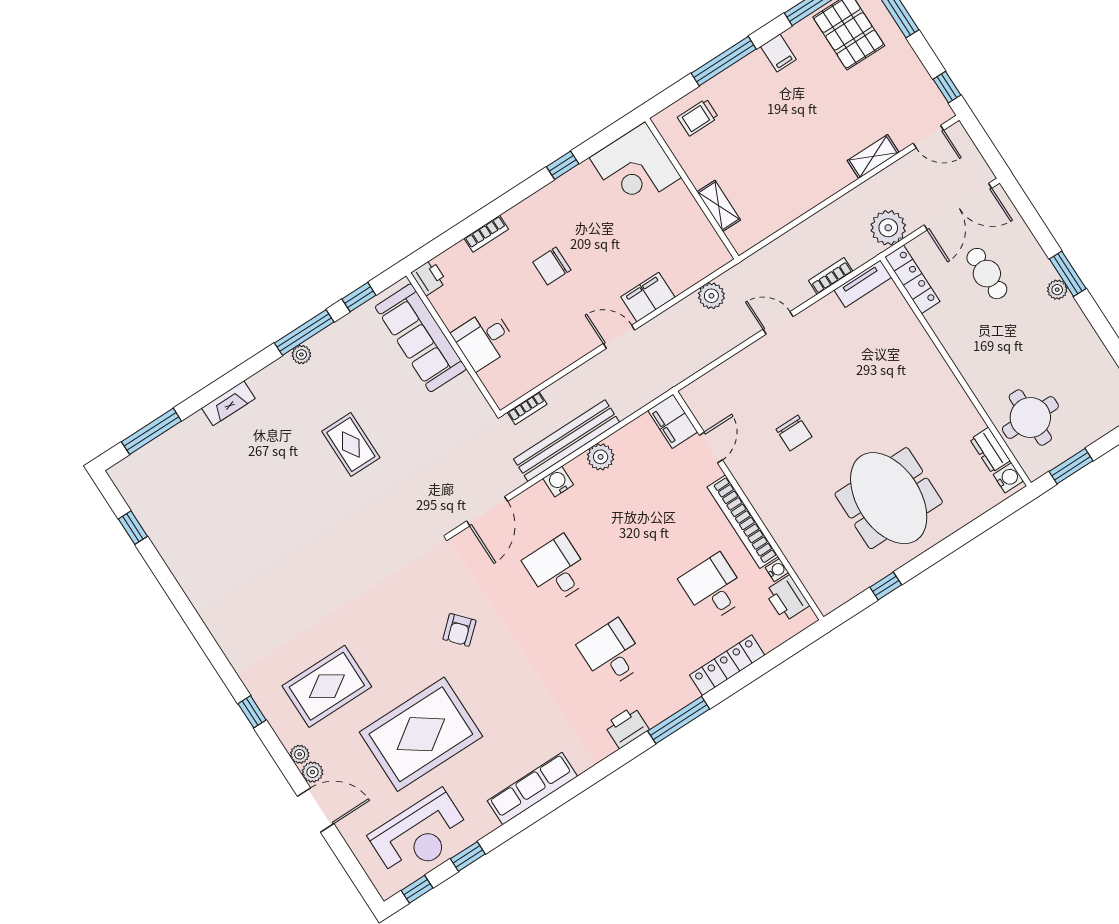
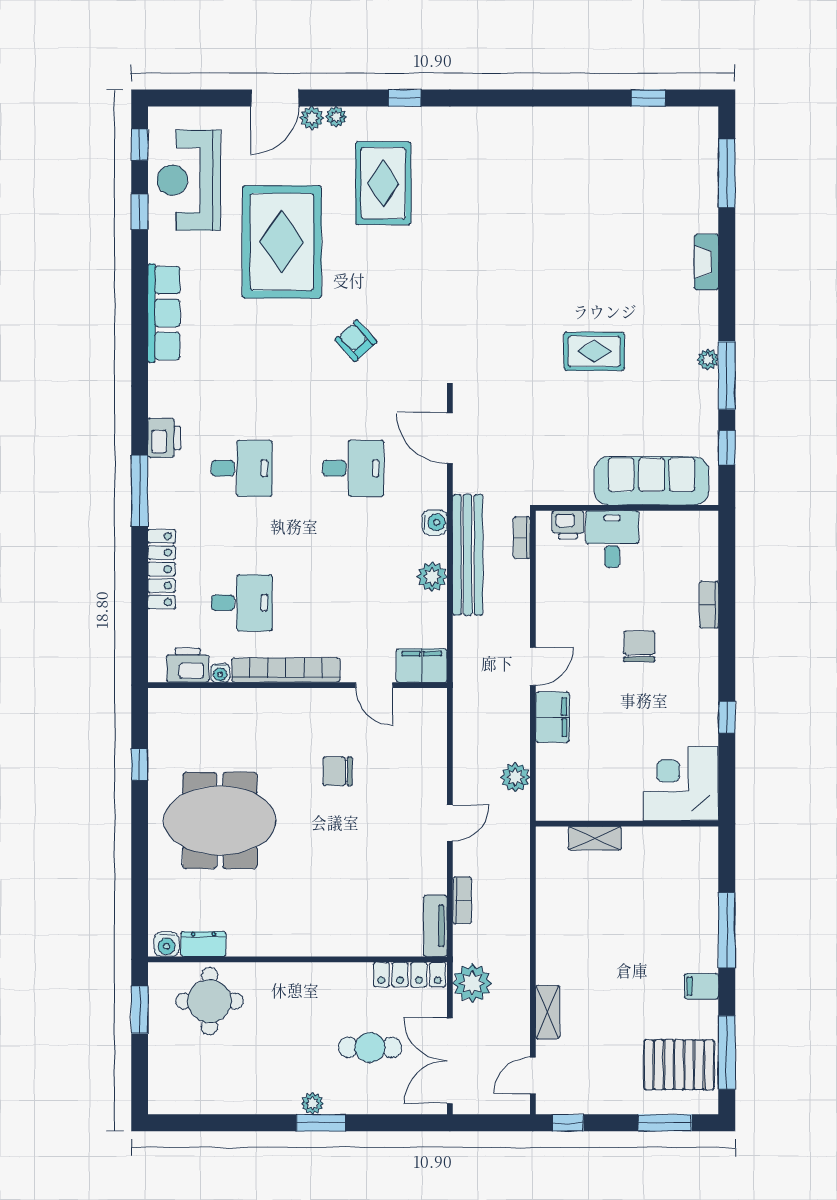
trolley: (698, 117) -> (690, 872), removed
printer: (429, 277) -> (568, 525), moved

